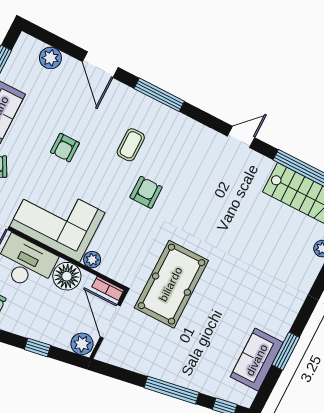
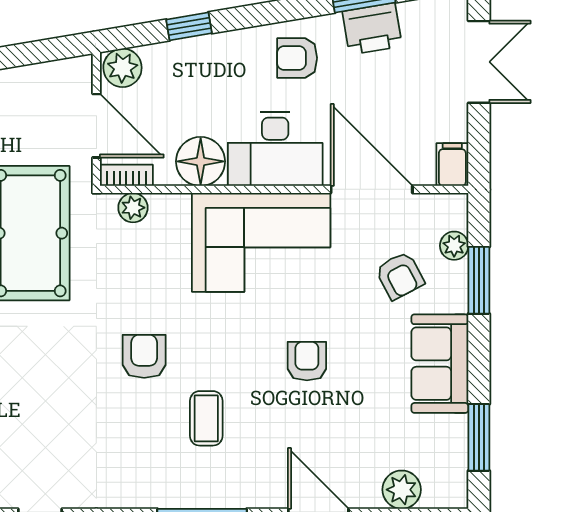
armchair: (146, 192) -> (144, 356), turned 180
plant: (92, 260) -> (133, 208), moved

